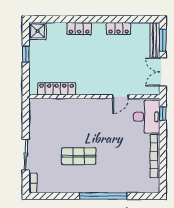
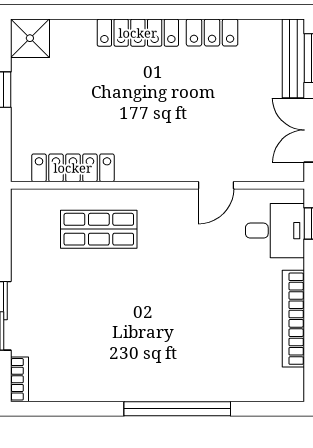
locker: (79, 29) -> (138, 33), width x1.53
desk: (147, 117) -> (275, 231), width x0.73
shop shelf: (79, 156) -> (99, 229), moved

